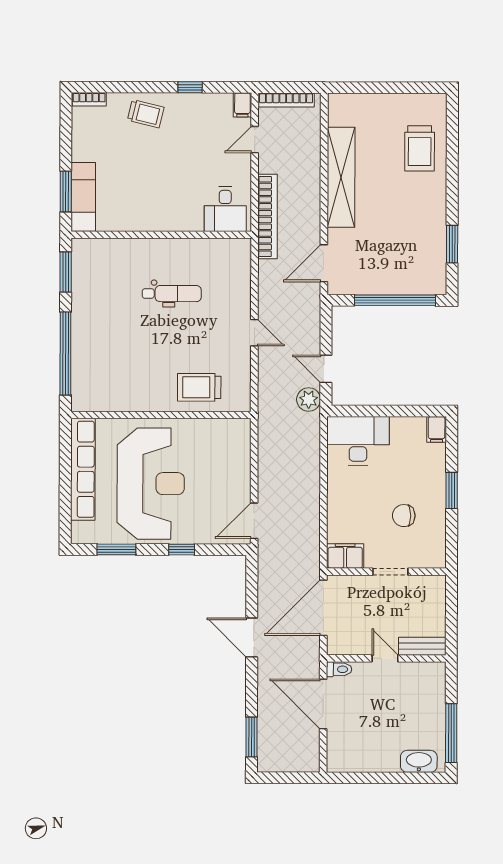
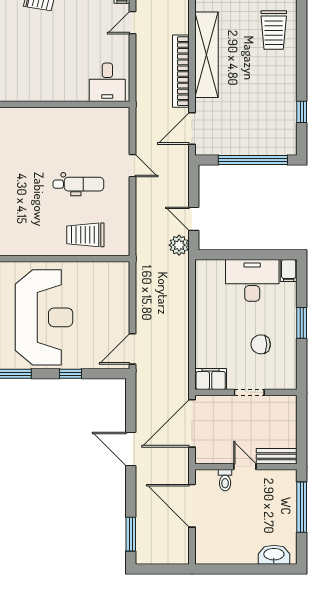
bookcase: (267, 217) -> (181, 71), moved, turned 180
window: (452, 244) -> (302, 112), width x0.67
dental chair: (172, 294) -> (78, 184), moved
door: (254, 333) -> (133, 166), moved
desk: (358, 441) -> (252, 280), moved
toilet: (339, 669) -> (225, 480), moved, turned 90
window: (451, 733) -> (302, 507), moved

